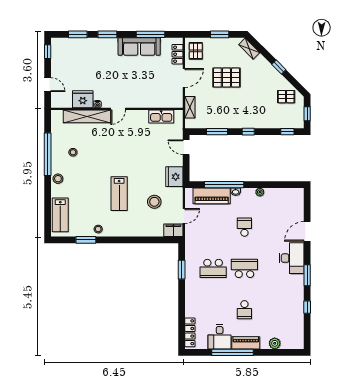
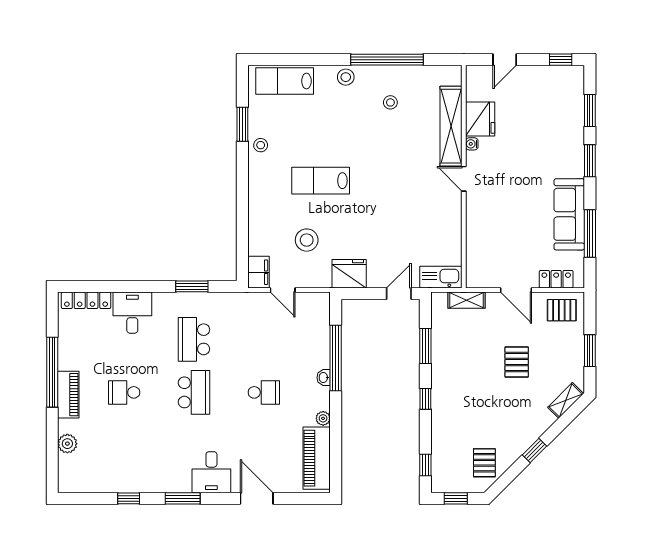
pallet: (226, 78) -> (517, 362), width x0.67, depth x0.71
kitchen sink: (161, 117) -> (441, 277), moved, turned 90
piano: (212, 196) -> (317, 458), moved
desk: (292, 258) -> (211, 472), width x0.73
desk: (220, 337) -> (132, 313), moved, turned 90

